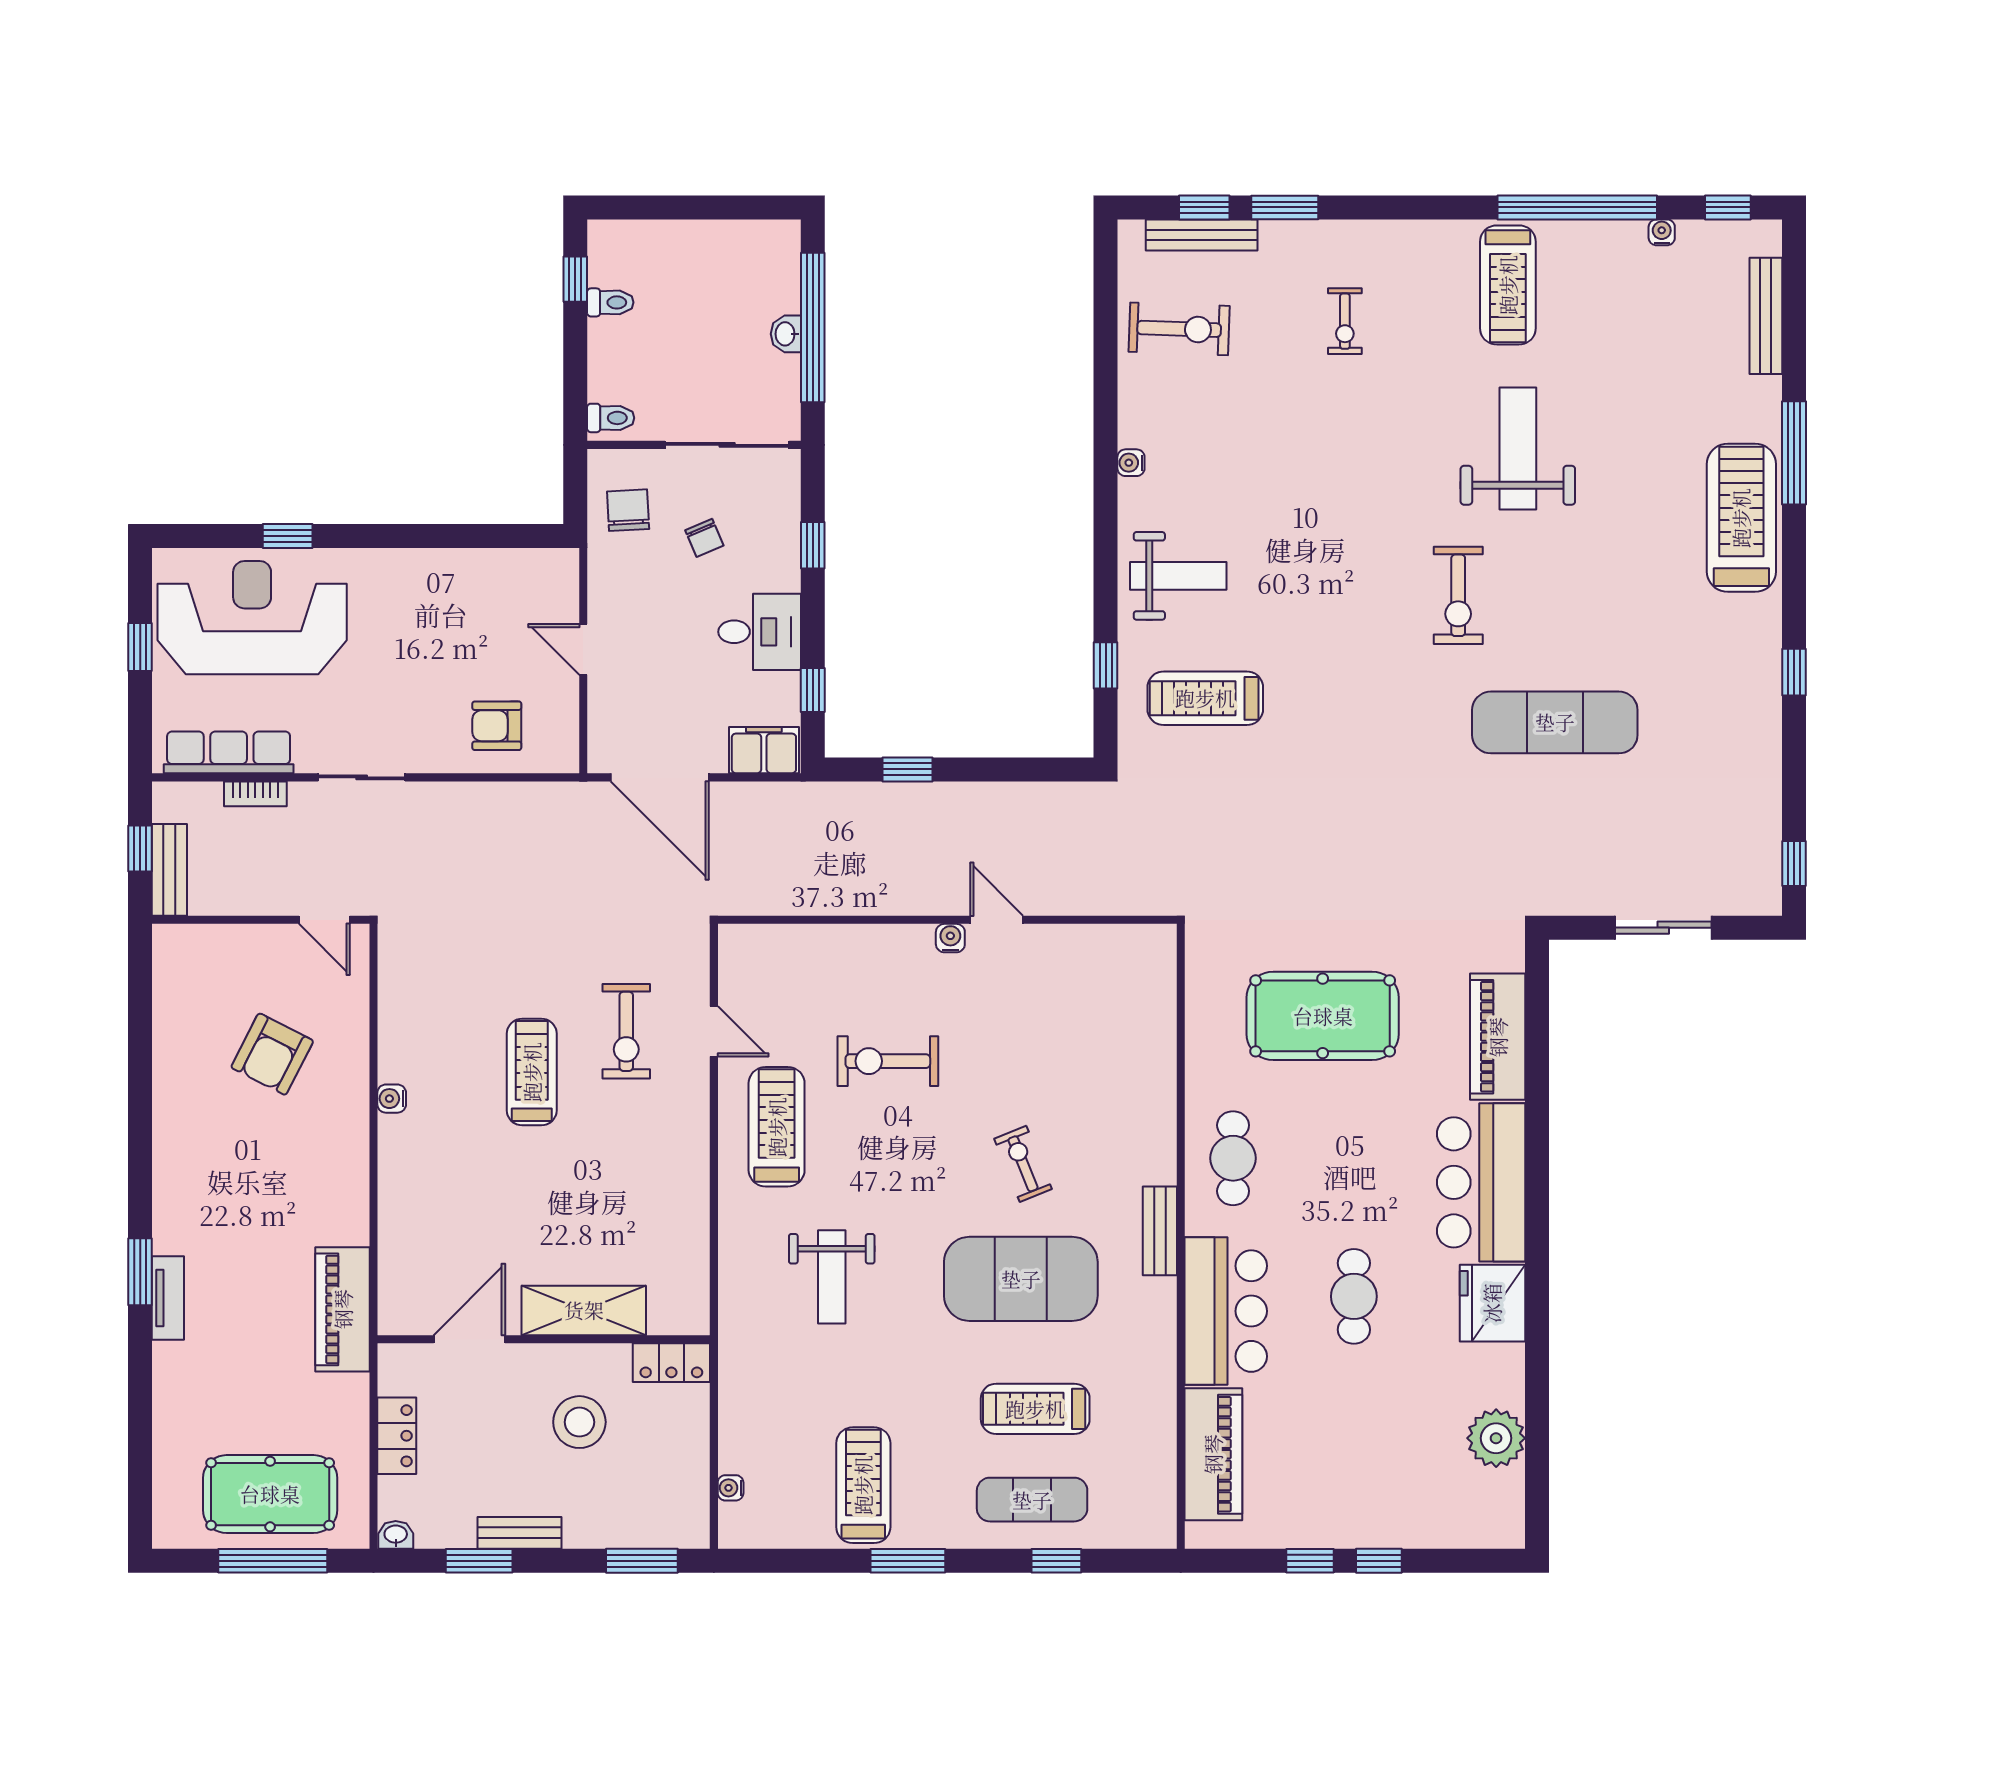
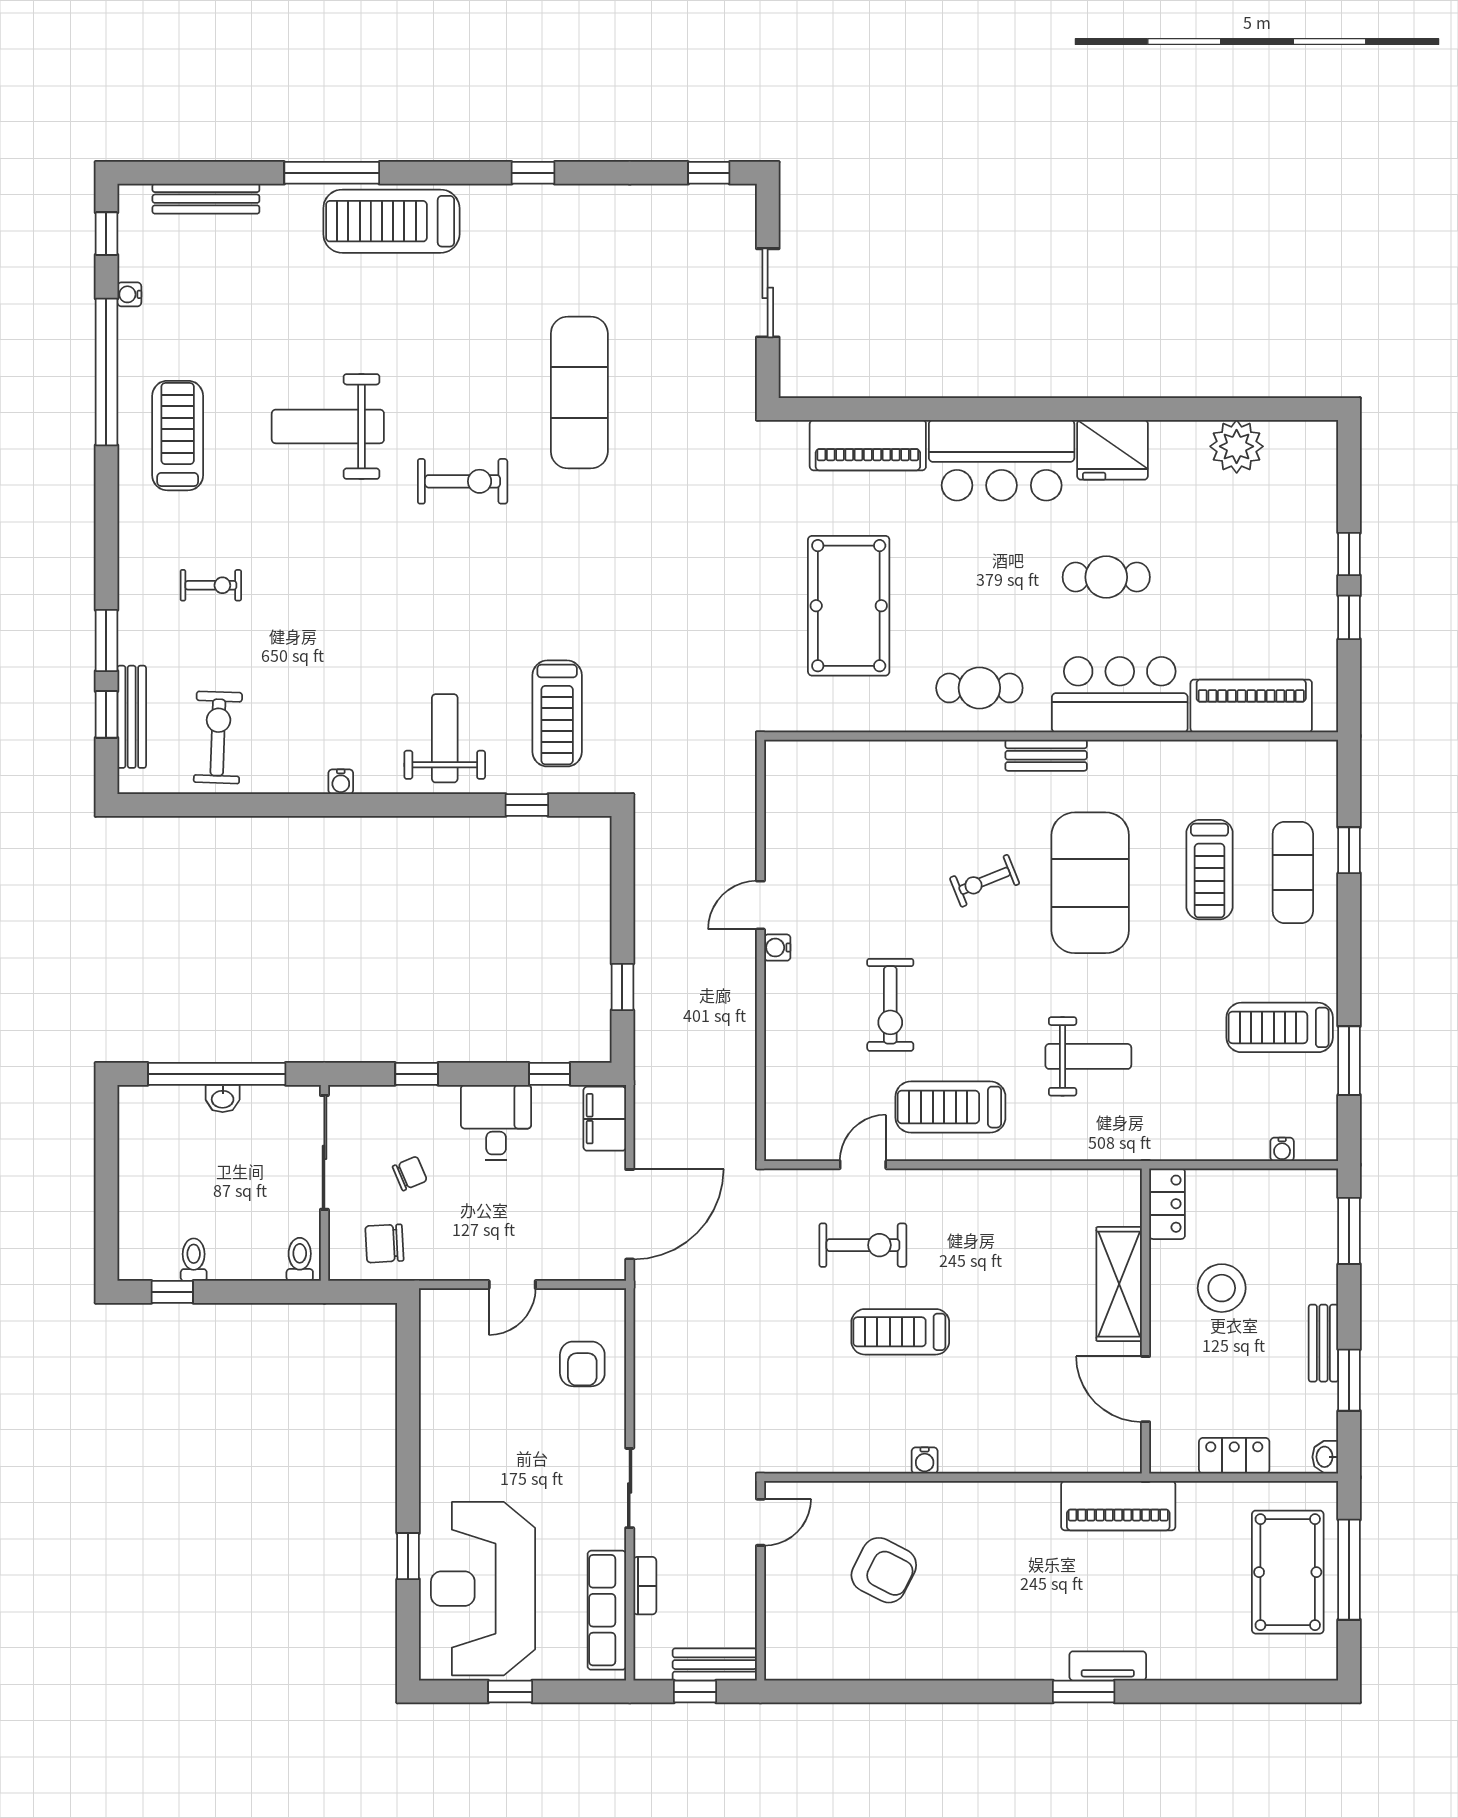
treadmill: (1508, 285) -> (178, 436), turned -90
window: (908, 1561) -> (1349, 1061), moved

